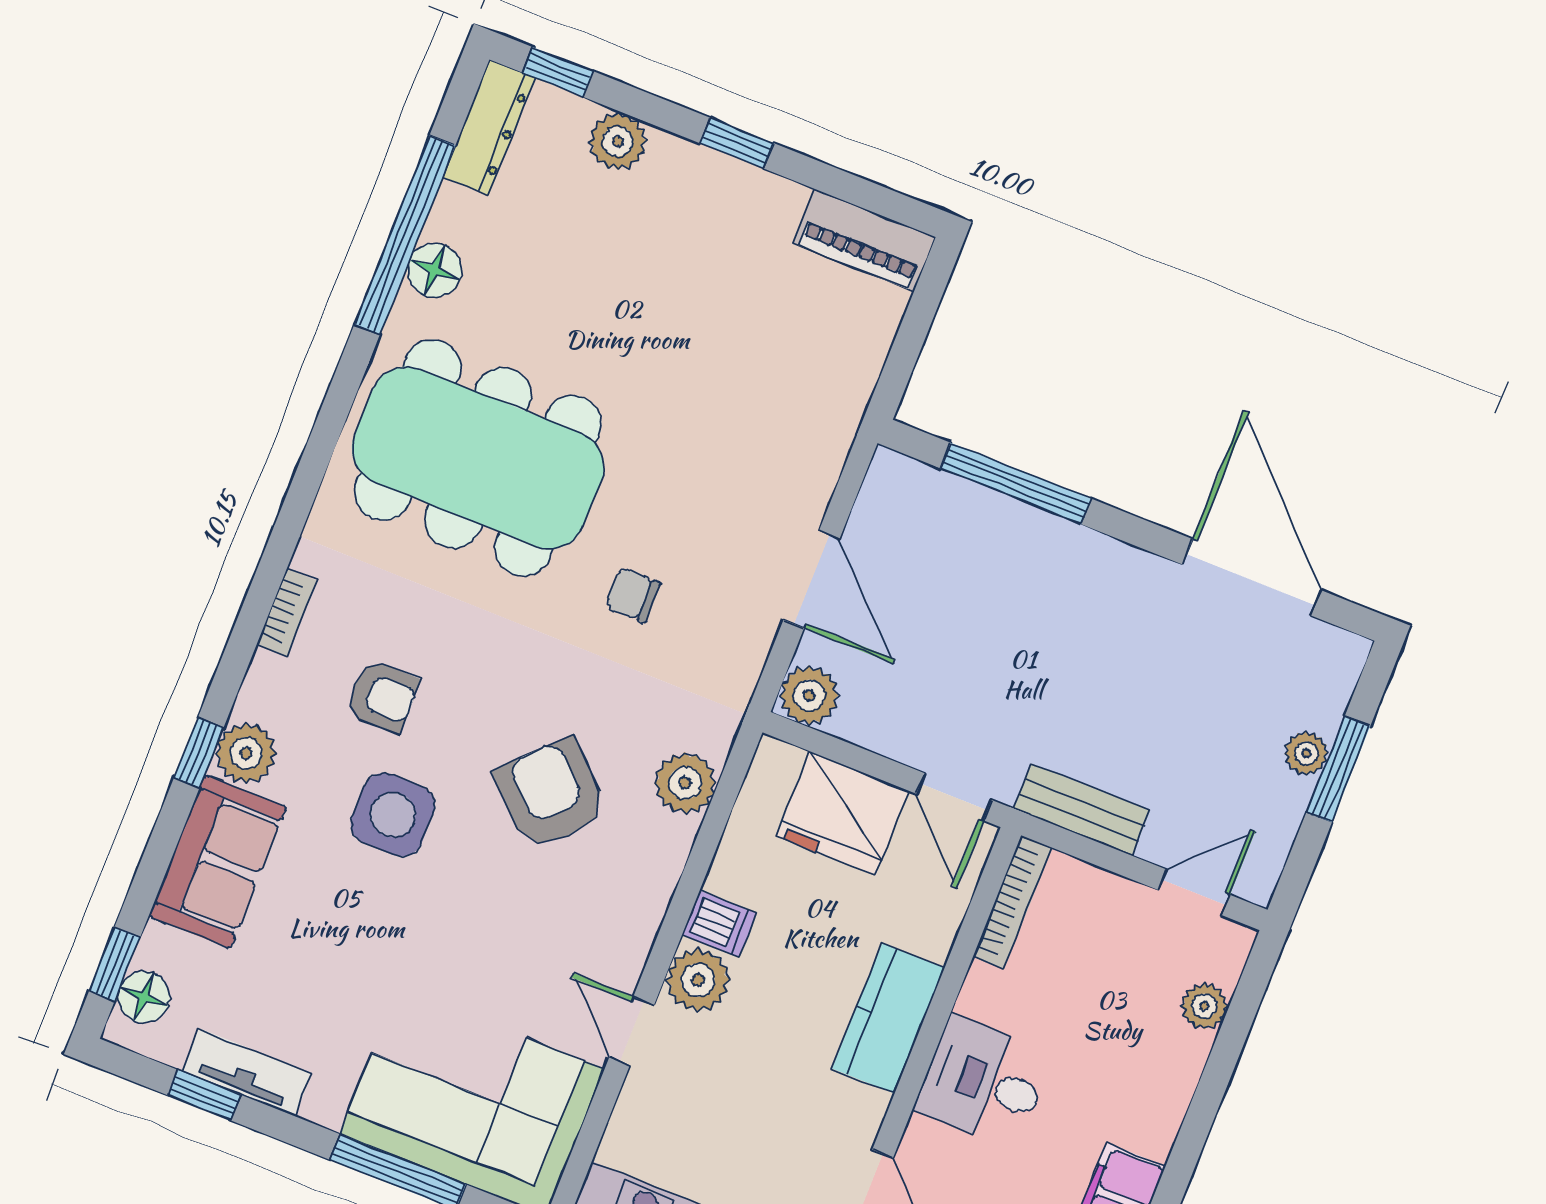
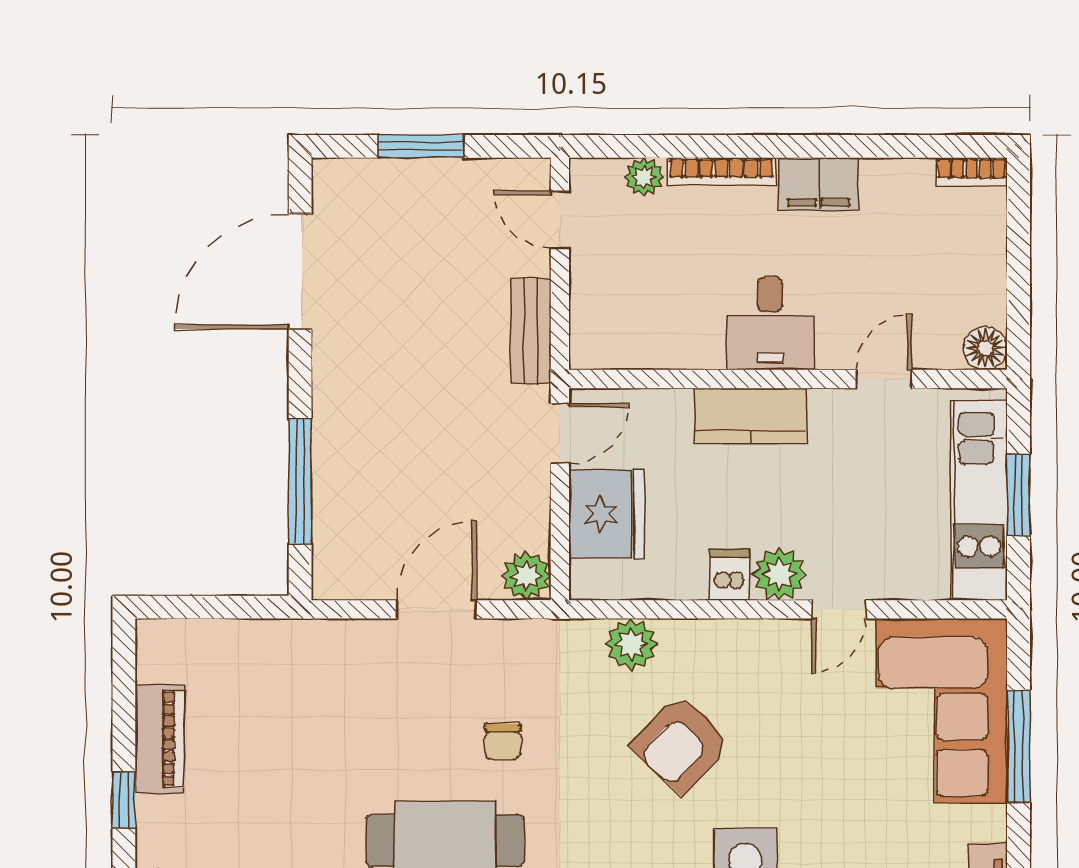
piano: (864, 240) -> (159, 739), moved
plant: (1306, 753) -> (419, 176), removed
bookcase: (1012, 902) -> (721, 171), moved, turned 180

